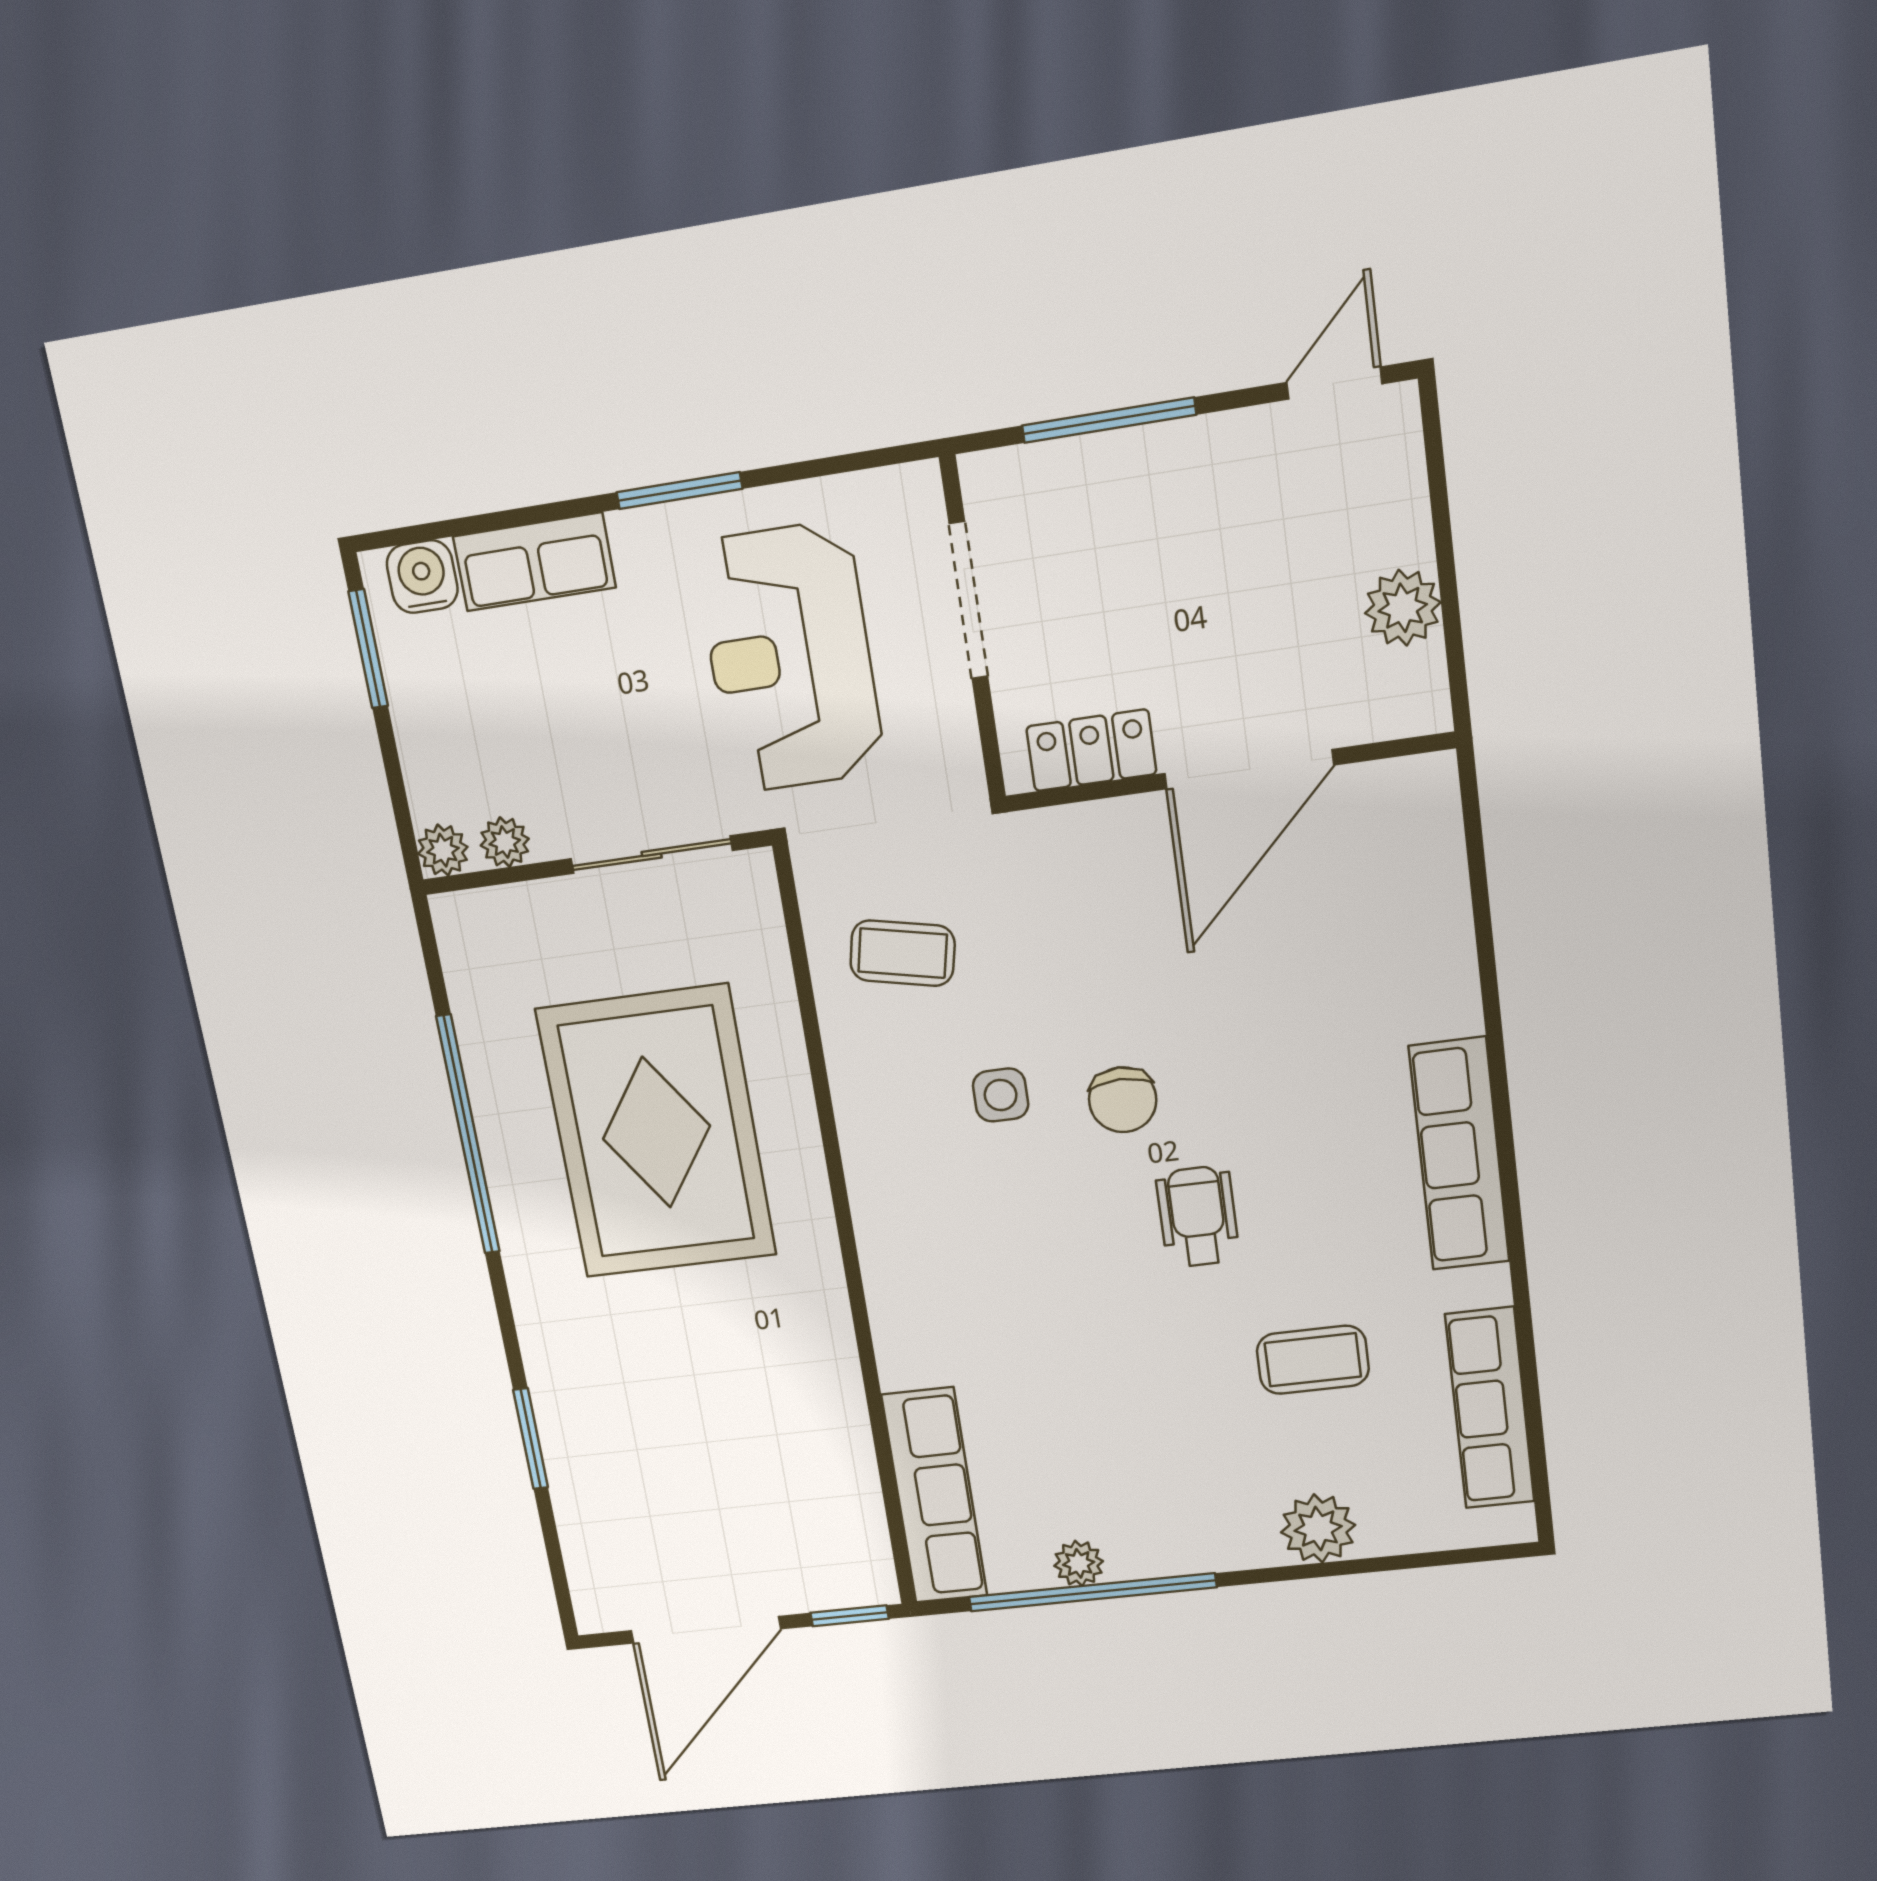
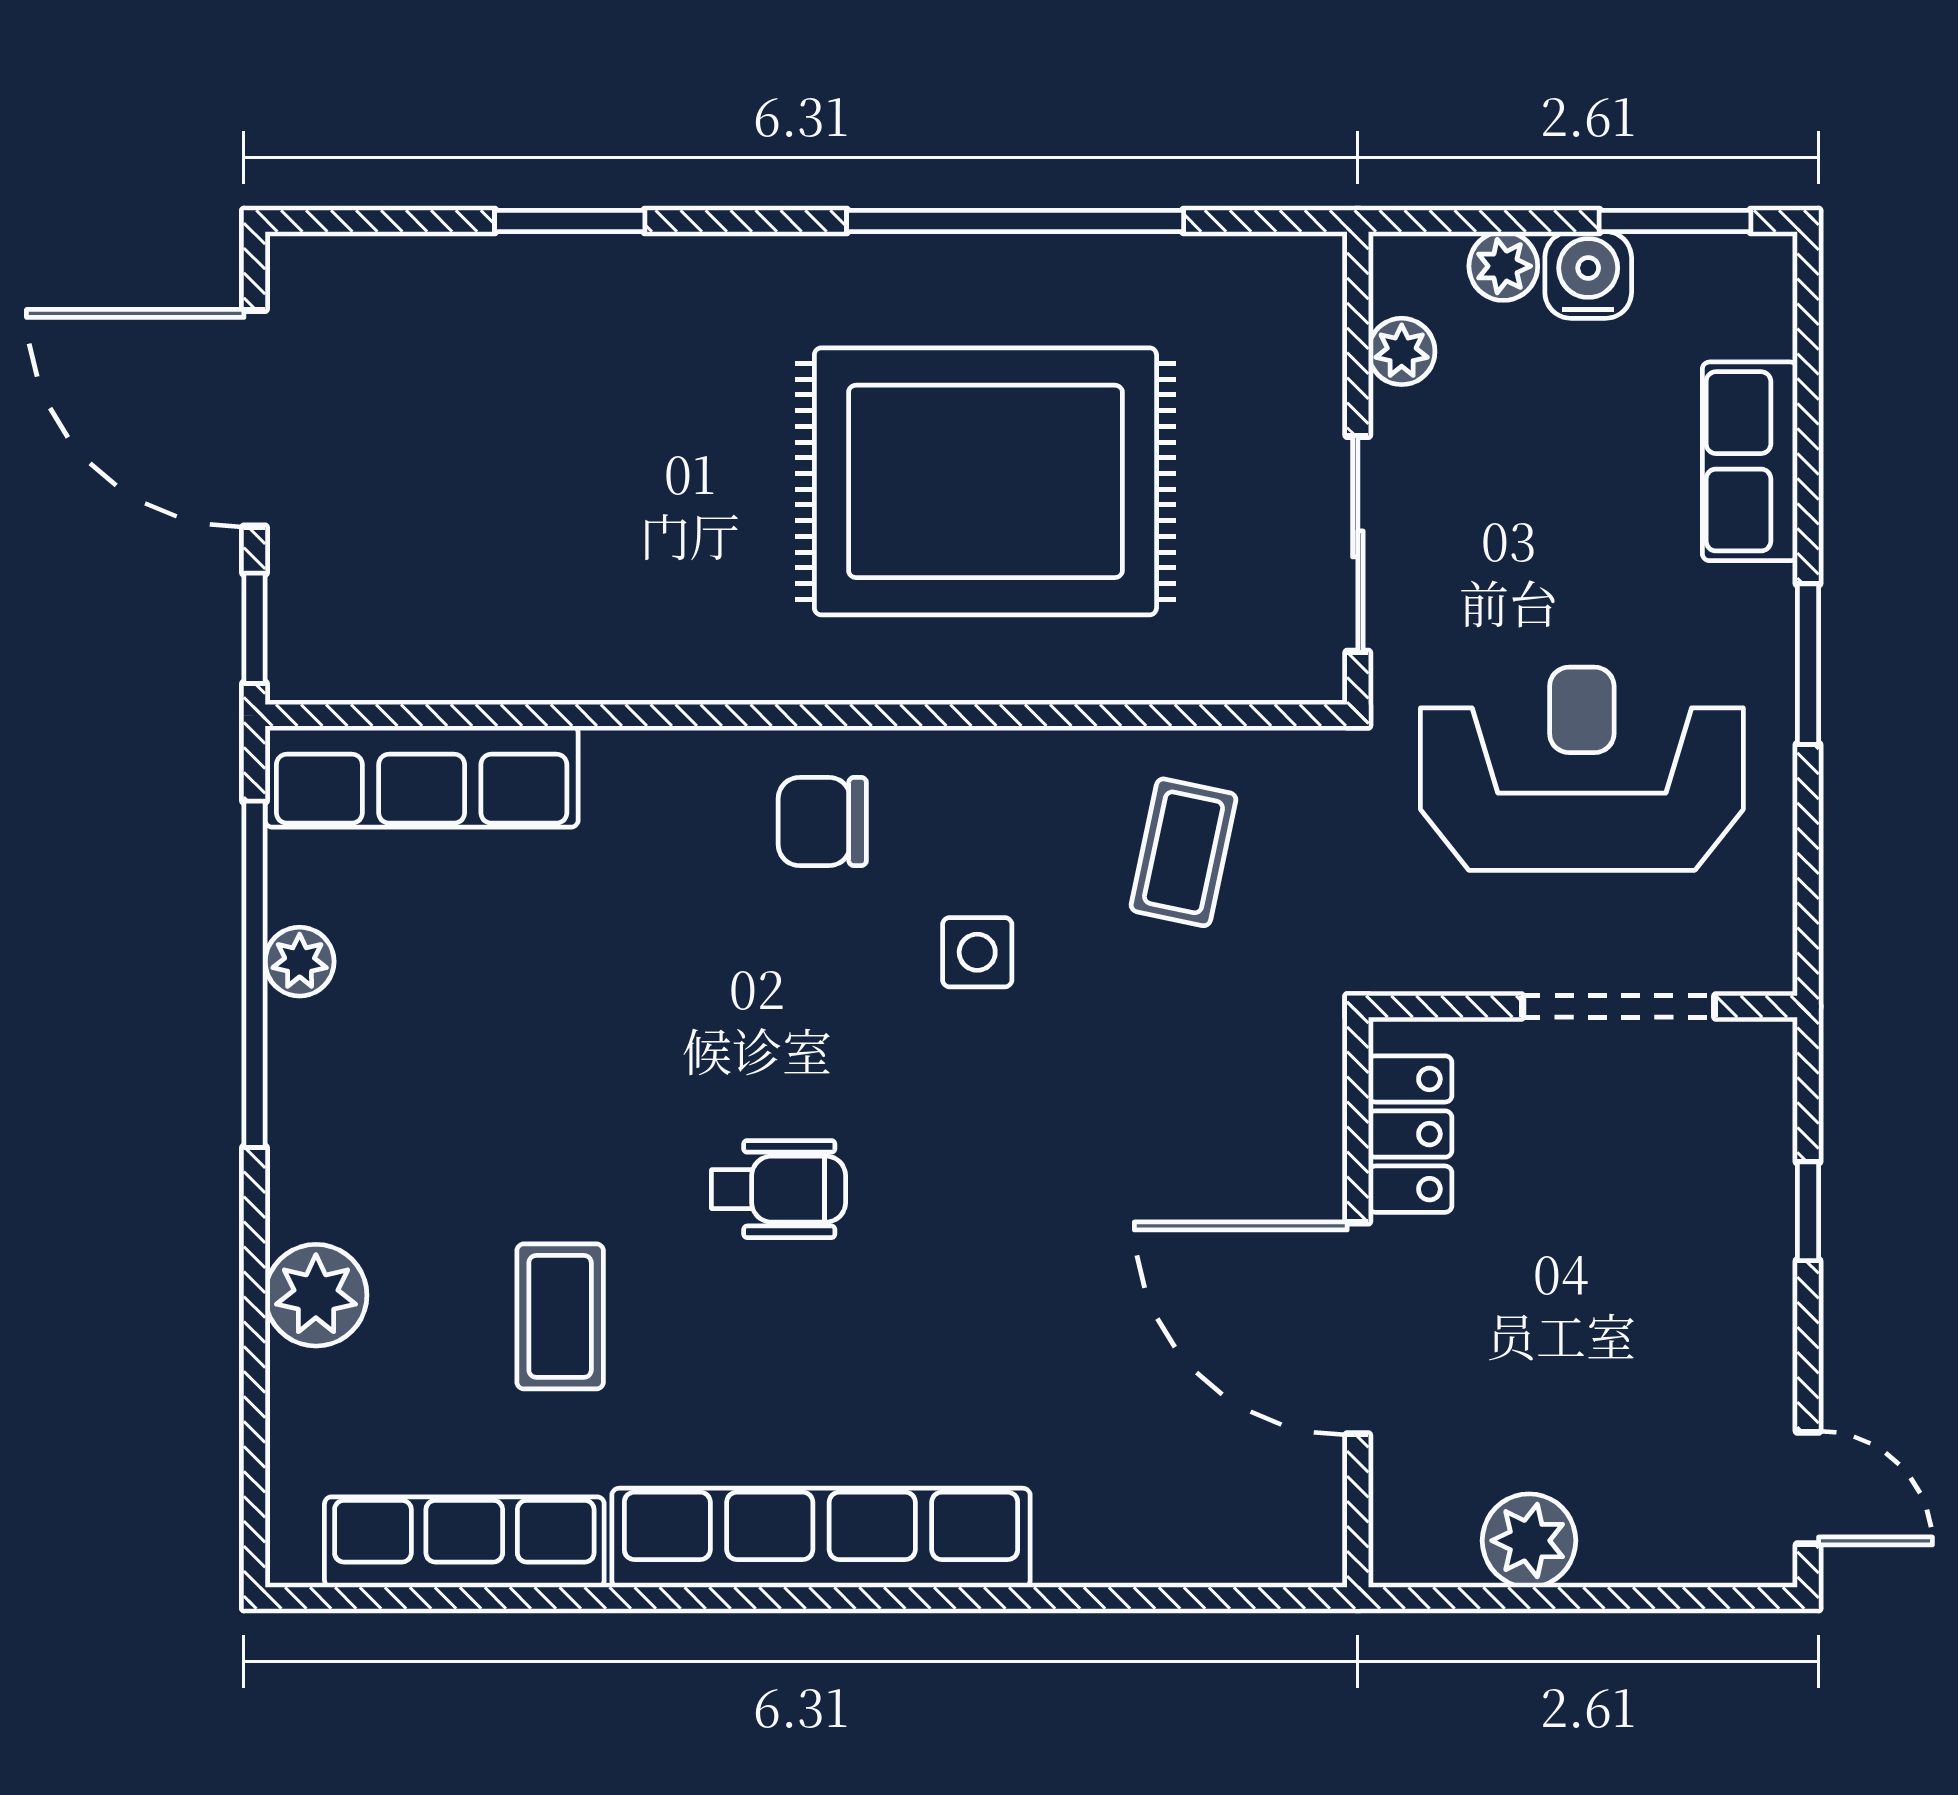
window: (1109, 420) -> (1808, 1211), width x0.46
water cooler: (422, 577) -> (1588, 275), moved, turned -90
plant: (443, 850) -> (1503, 266), moved
chair: (1123, 1100) -> (822, 822), moved
row of seats: (1459, 1154) -> (821, 1538), width x1.36

